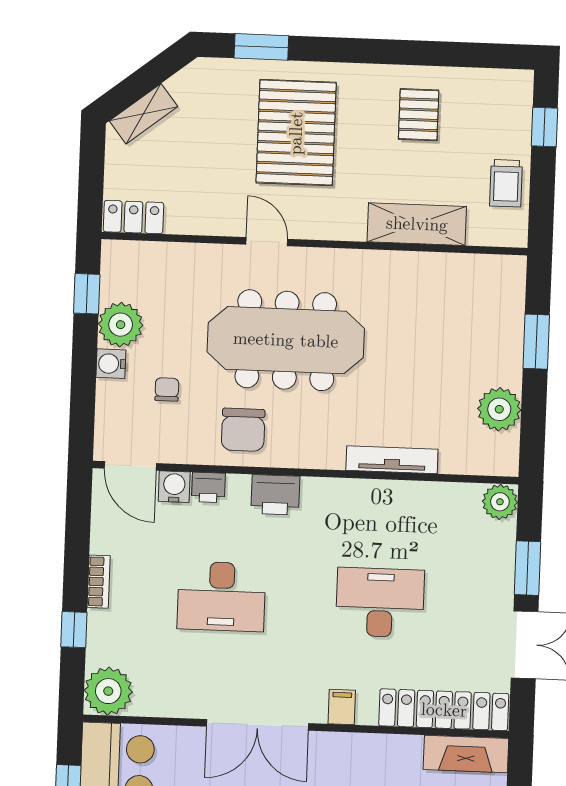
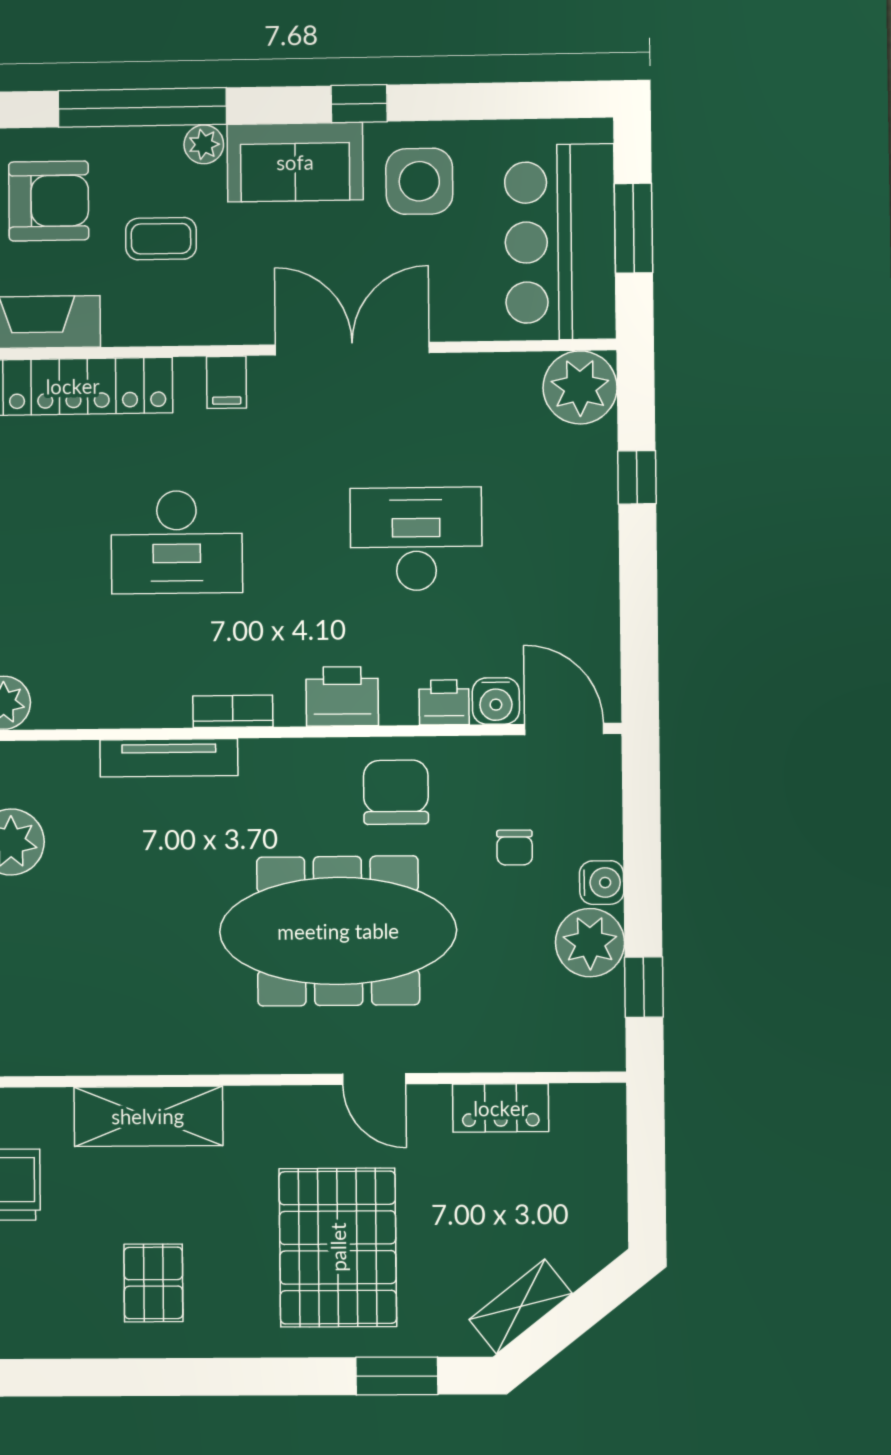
shelving: (144, 114) -> (521, 1307), moved
locker: (133, 217) -> (501, 1108), moved
bookcase: (99, 582) -> (233, 711), moved, turned 90

